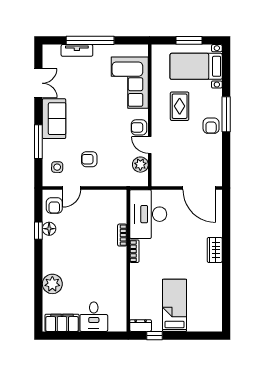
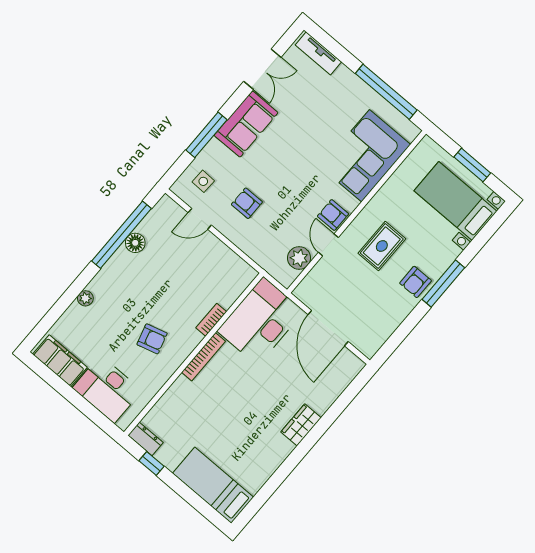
window: (90, 40) -> (386, 92), moved
tv unit: (77, 50) -> (318, 53), moved
rug: (180, 106) -> (382, 246), moved
door: (199, 188) -> (328, 328), moved
armchair: (54, 206) -> (152, 339), moved, turned -106
window: (38, 231) -> (121, 235), width x3.17
bookcase: (134, 251) -> (203, 357), width x1.56
plant: (52, 284) -> (85, 298), width x0.53, depth x0.53
bed: (175, 305) -> (213, 485), moved, turned -90
desk: (94, 317) -> (107, 389), width x1.37

